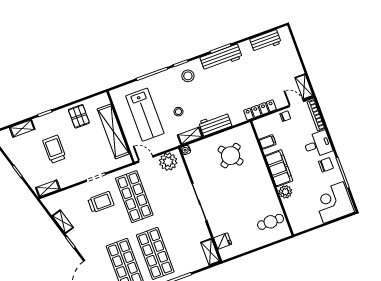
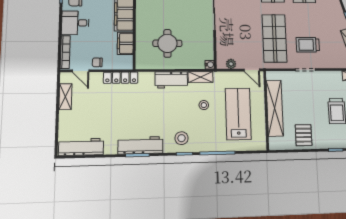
workbench: (266, 41) -> (81, 147), width x1.38
shelving: (304, 87) -> (65, 97), moved
filing cabinet: (268, 142) -> (125, 43), width x2.00
round table: (231, 156) -> (167, 43), turned 36
plant: (168, 162) -> (231, 64), width x0.53, depth x0.53

